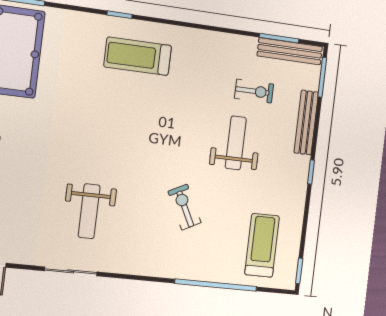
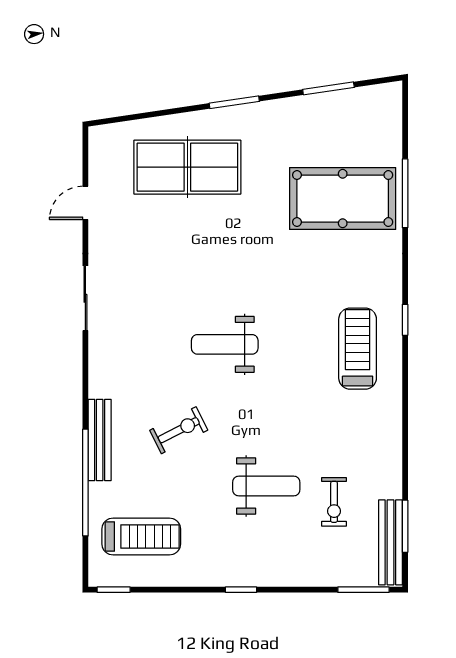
bench: (306, 123) -> (100, 440), moved, turned 90
weight bench: (89, 211) -> (225, 344), moved

